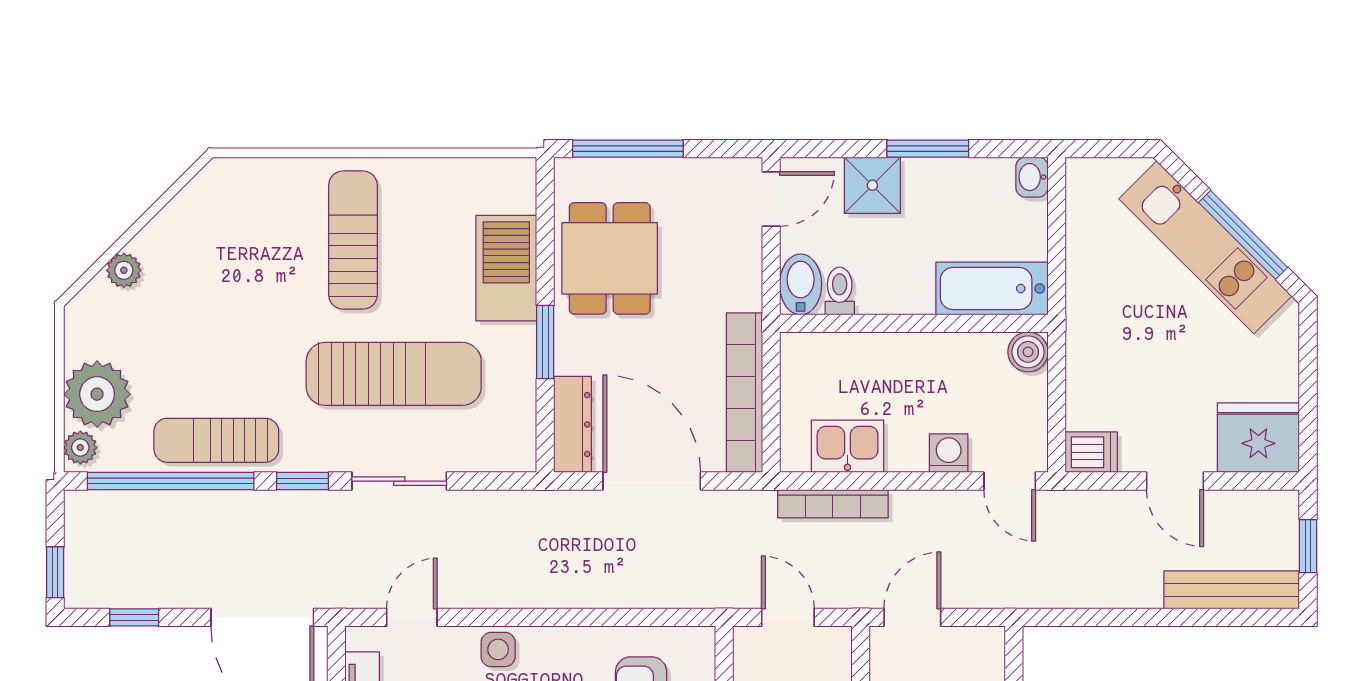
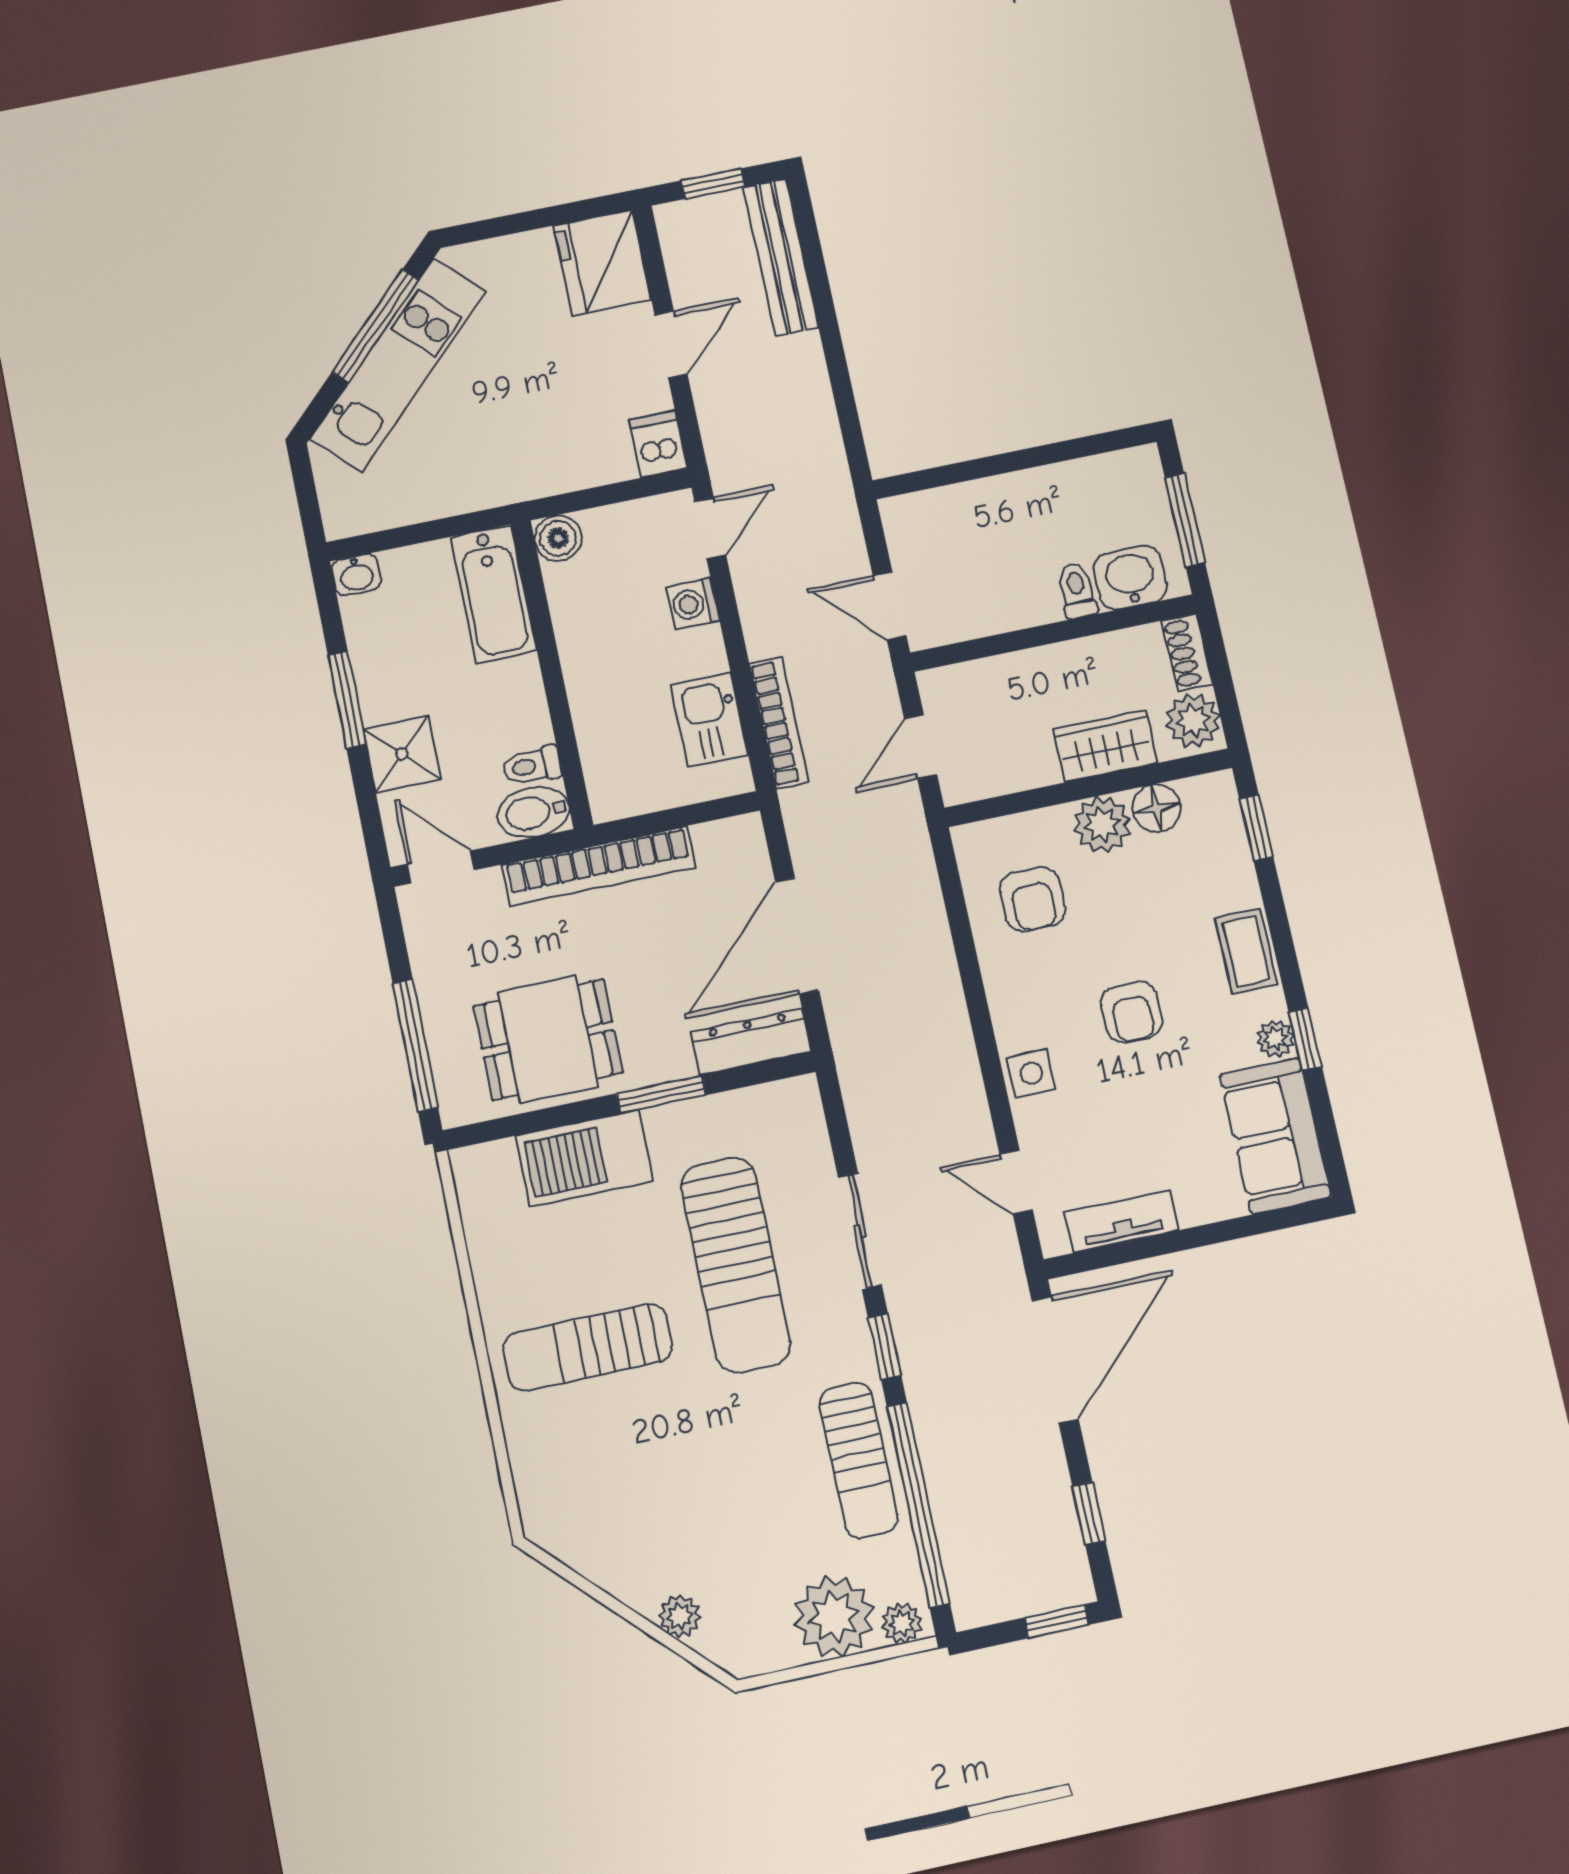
sun lounger: (394, 374) -> (736, 1265), turned 180
bookcase: (744, 393) -> (599, 866), moved

